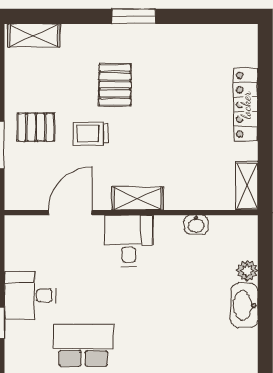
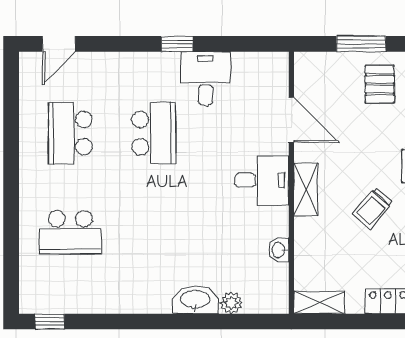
trolley: (91, 134) -> (373, 208), moved, turned -139

